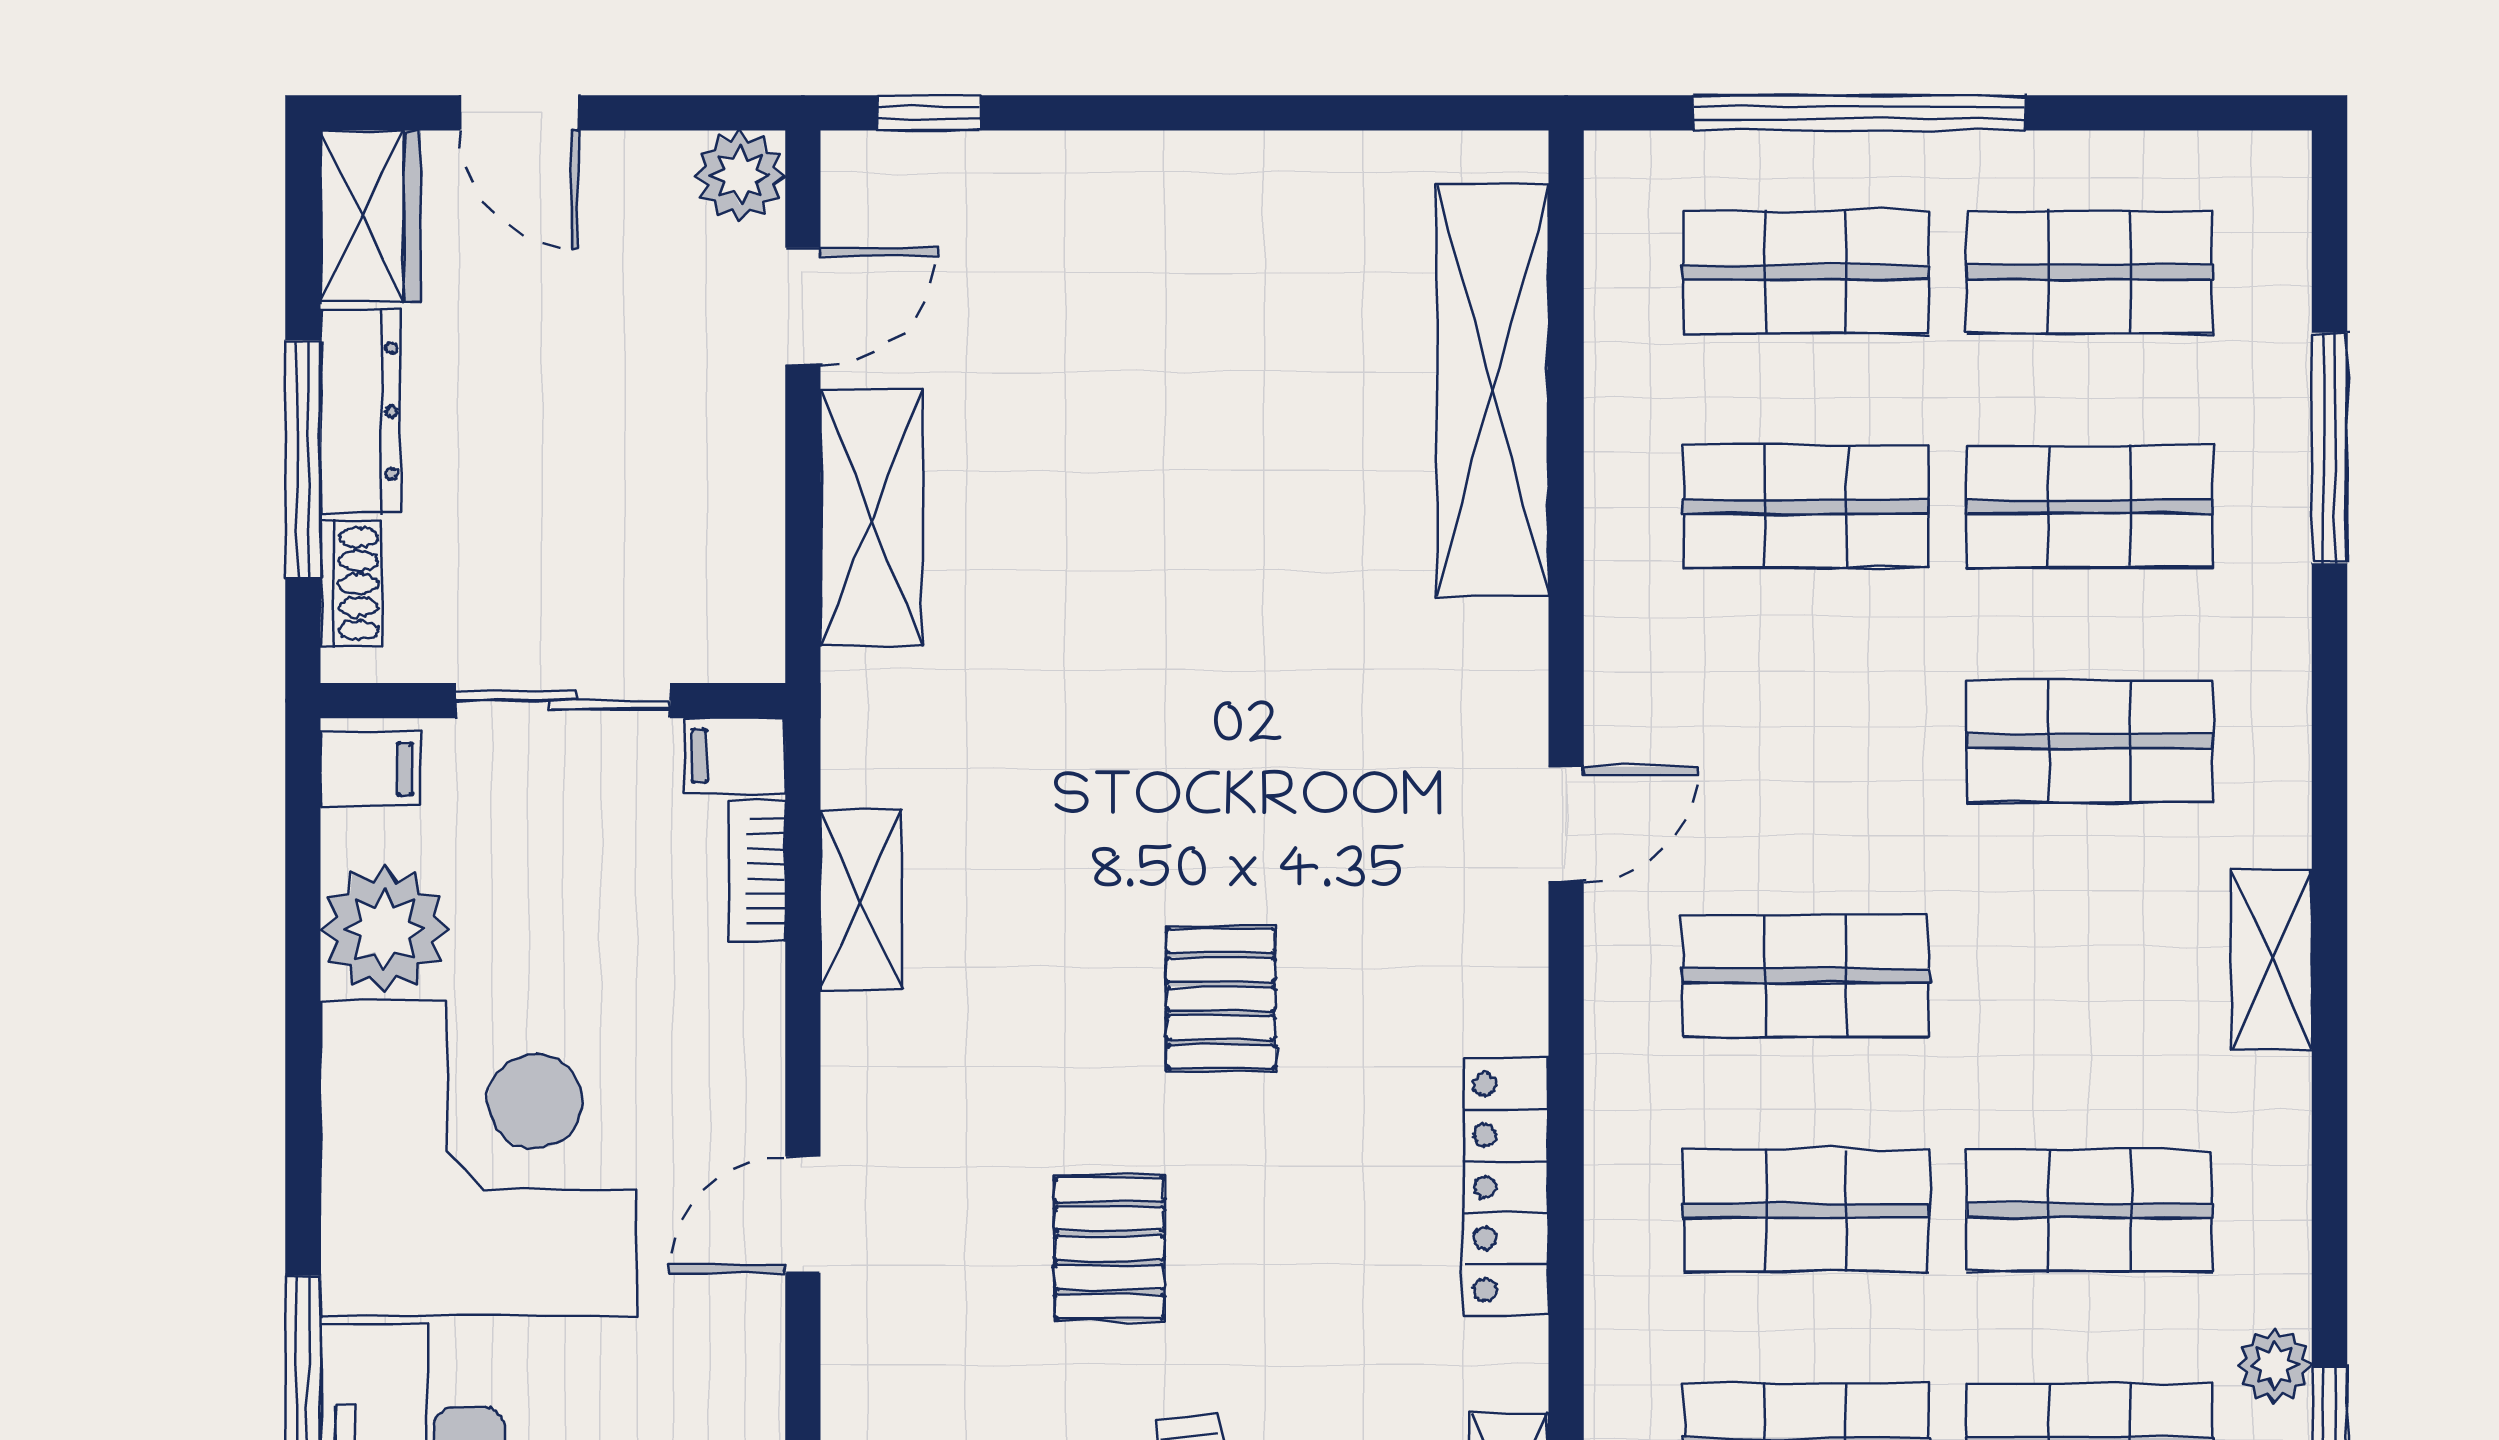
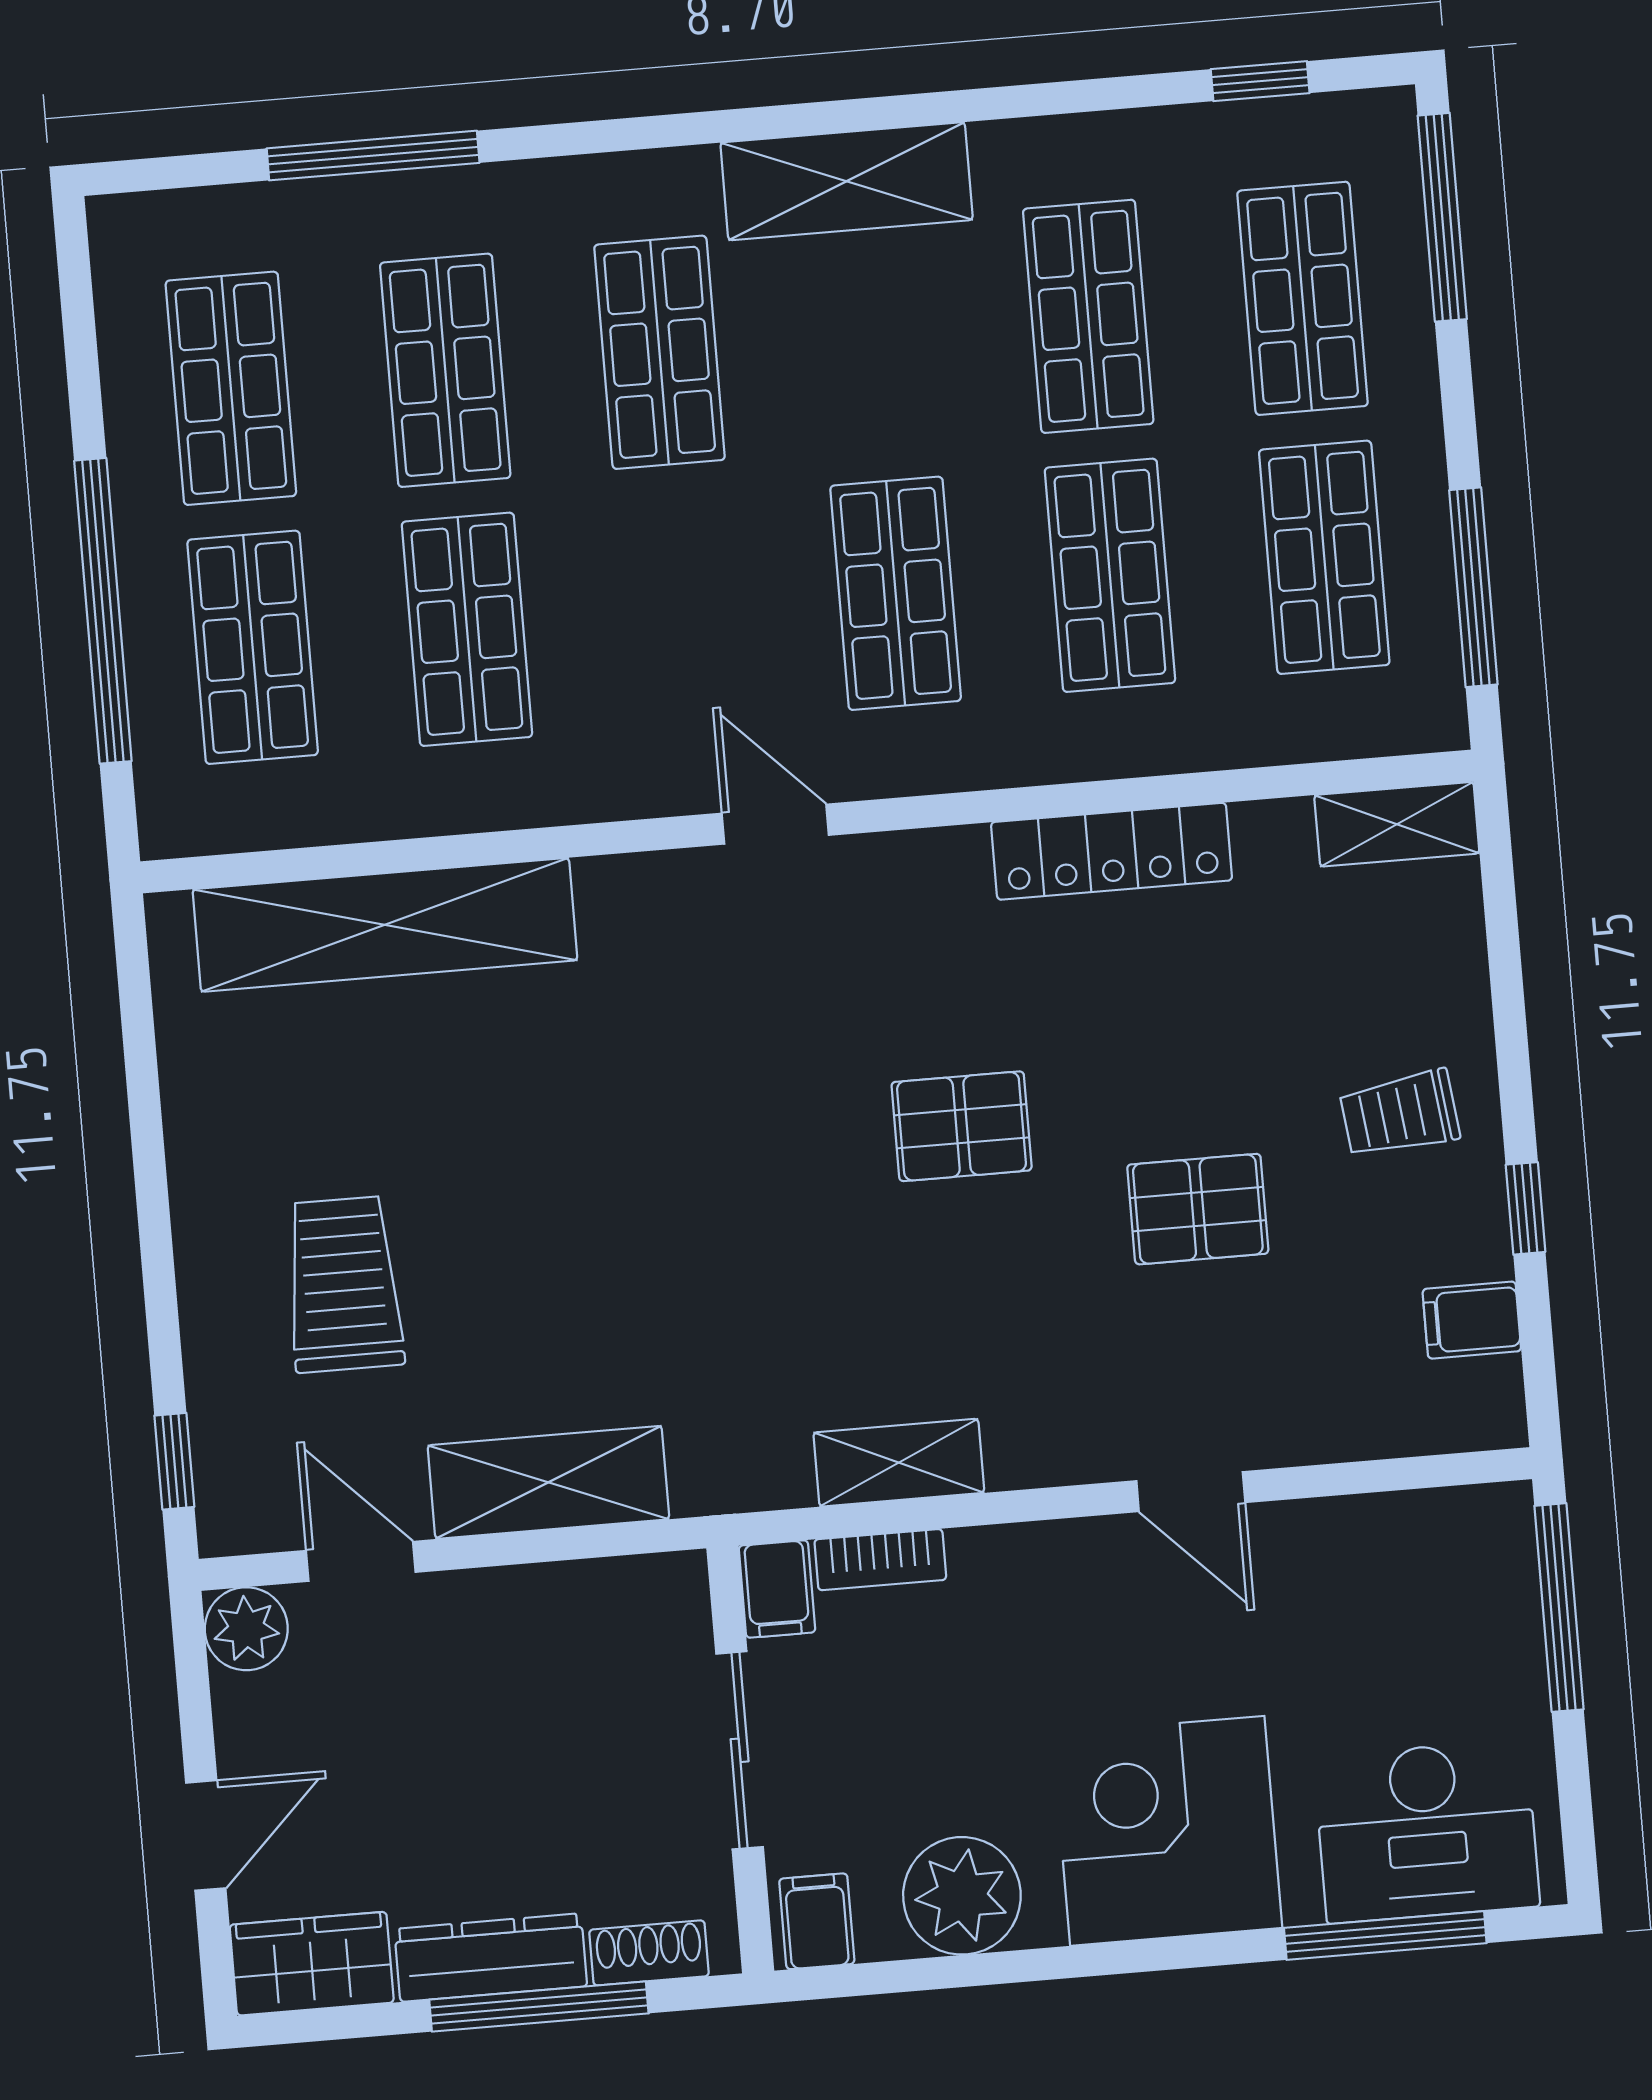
trolley: (1106, 313) -> (344, 1284), added
shelving: (2272, 960) -> (847, 181), width x1.50, depth x1.33
corner desk: (478, 1158) -> (1167, 1831), width x0.74, depth x0.74
plant: (2274, 1365) -> (1215, 135), removed

